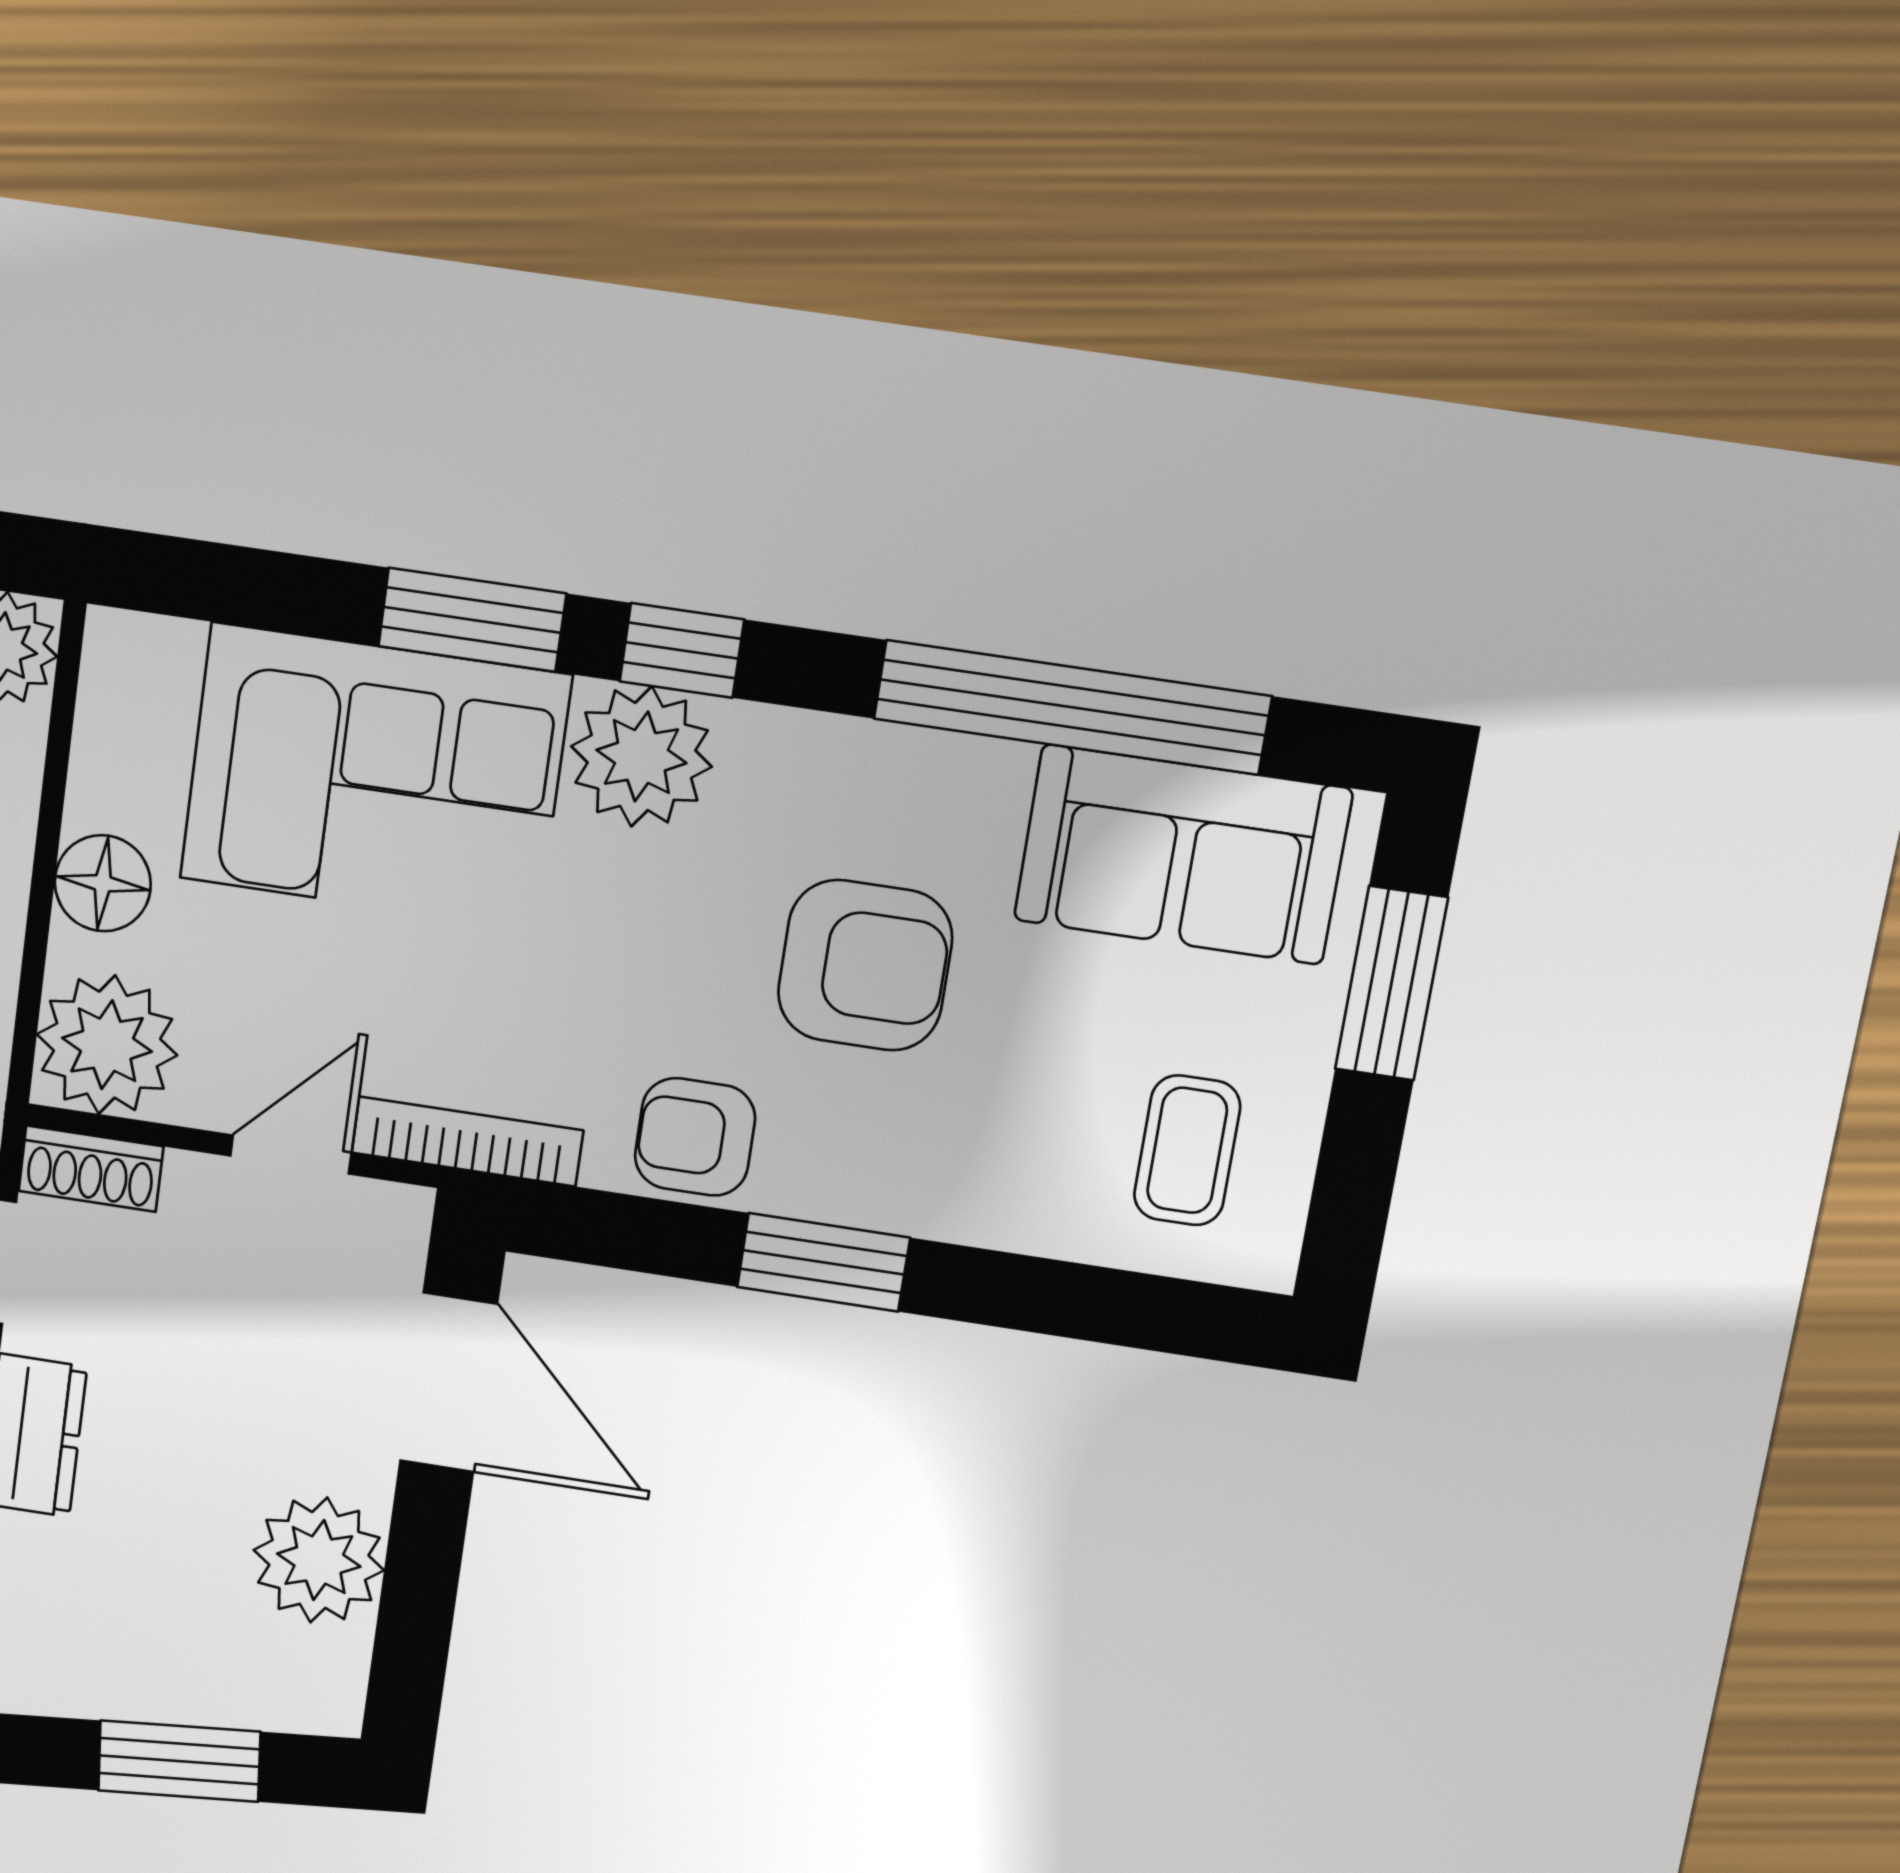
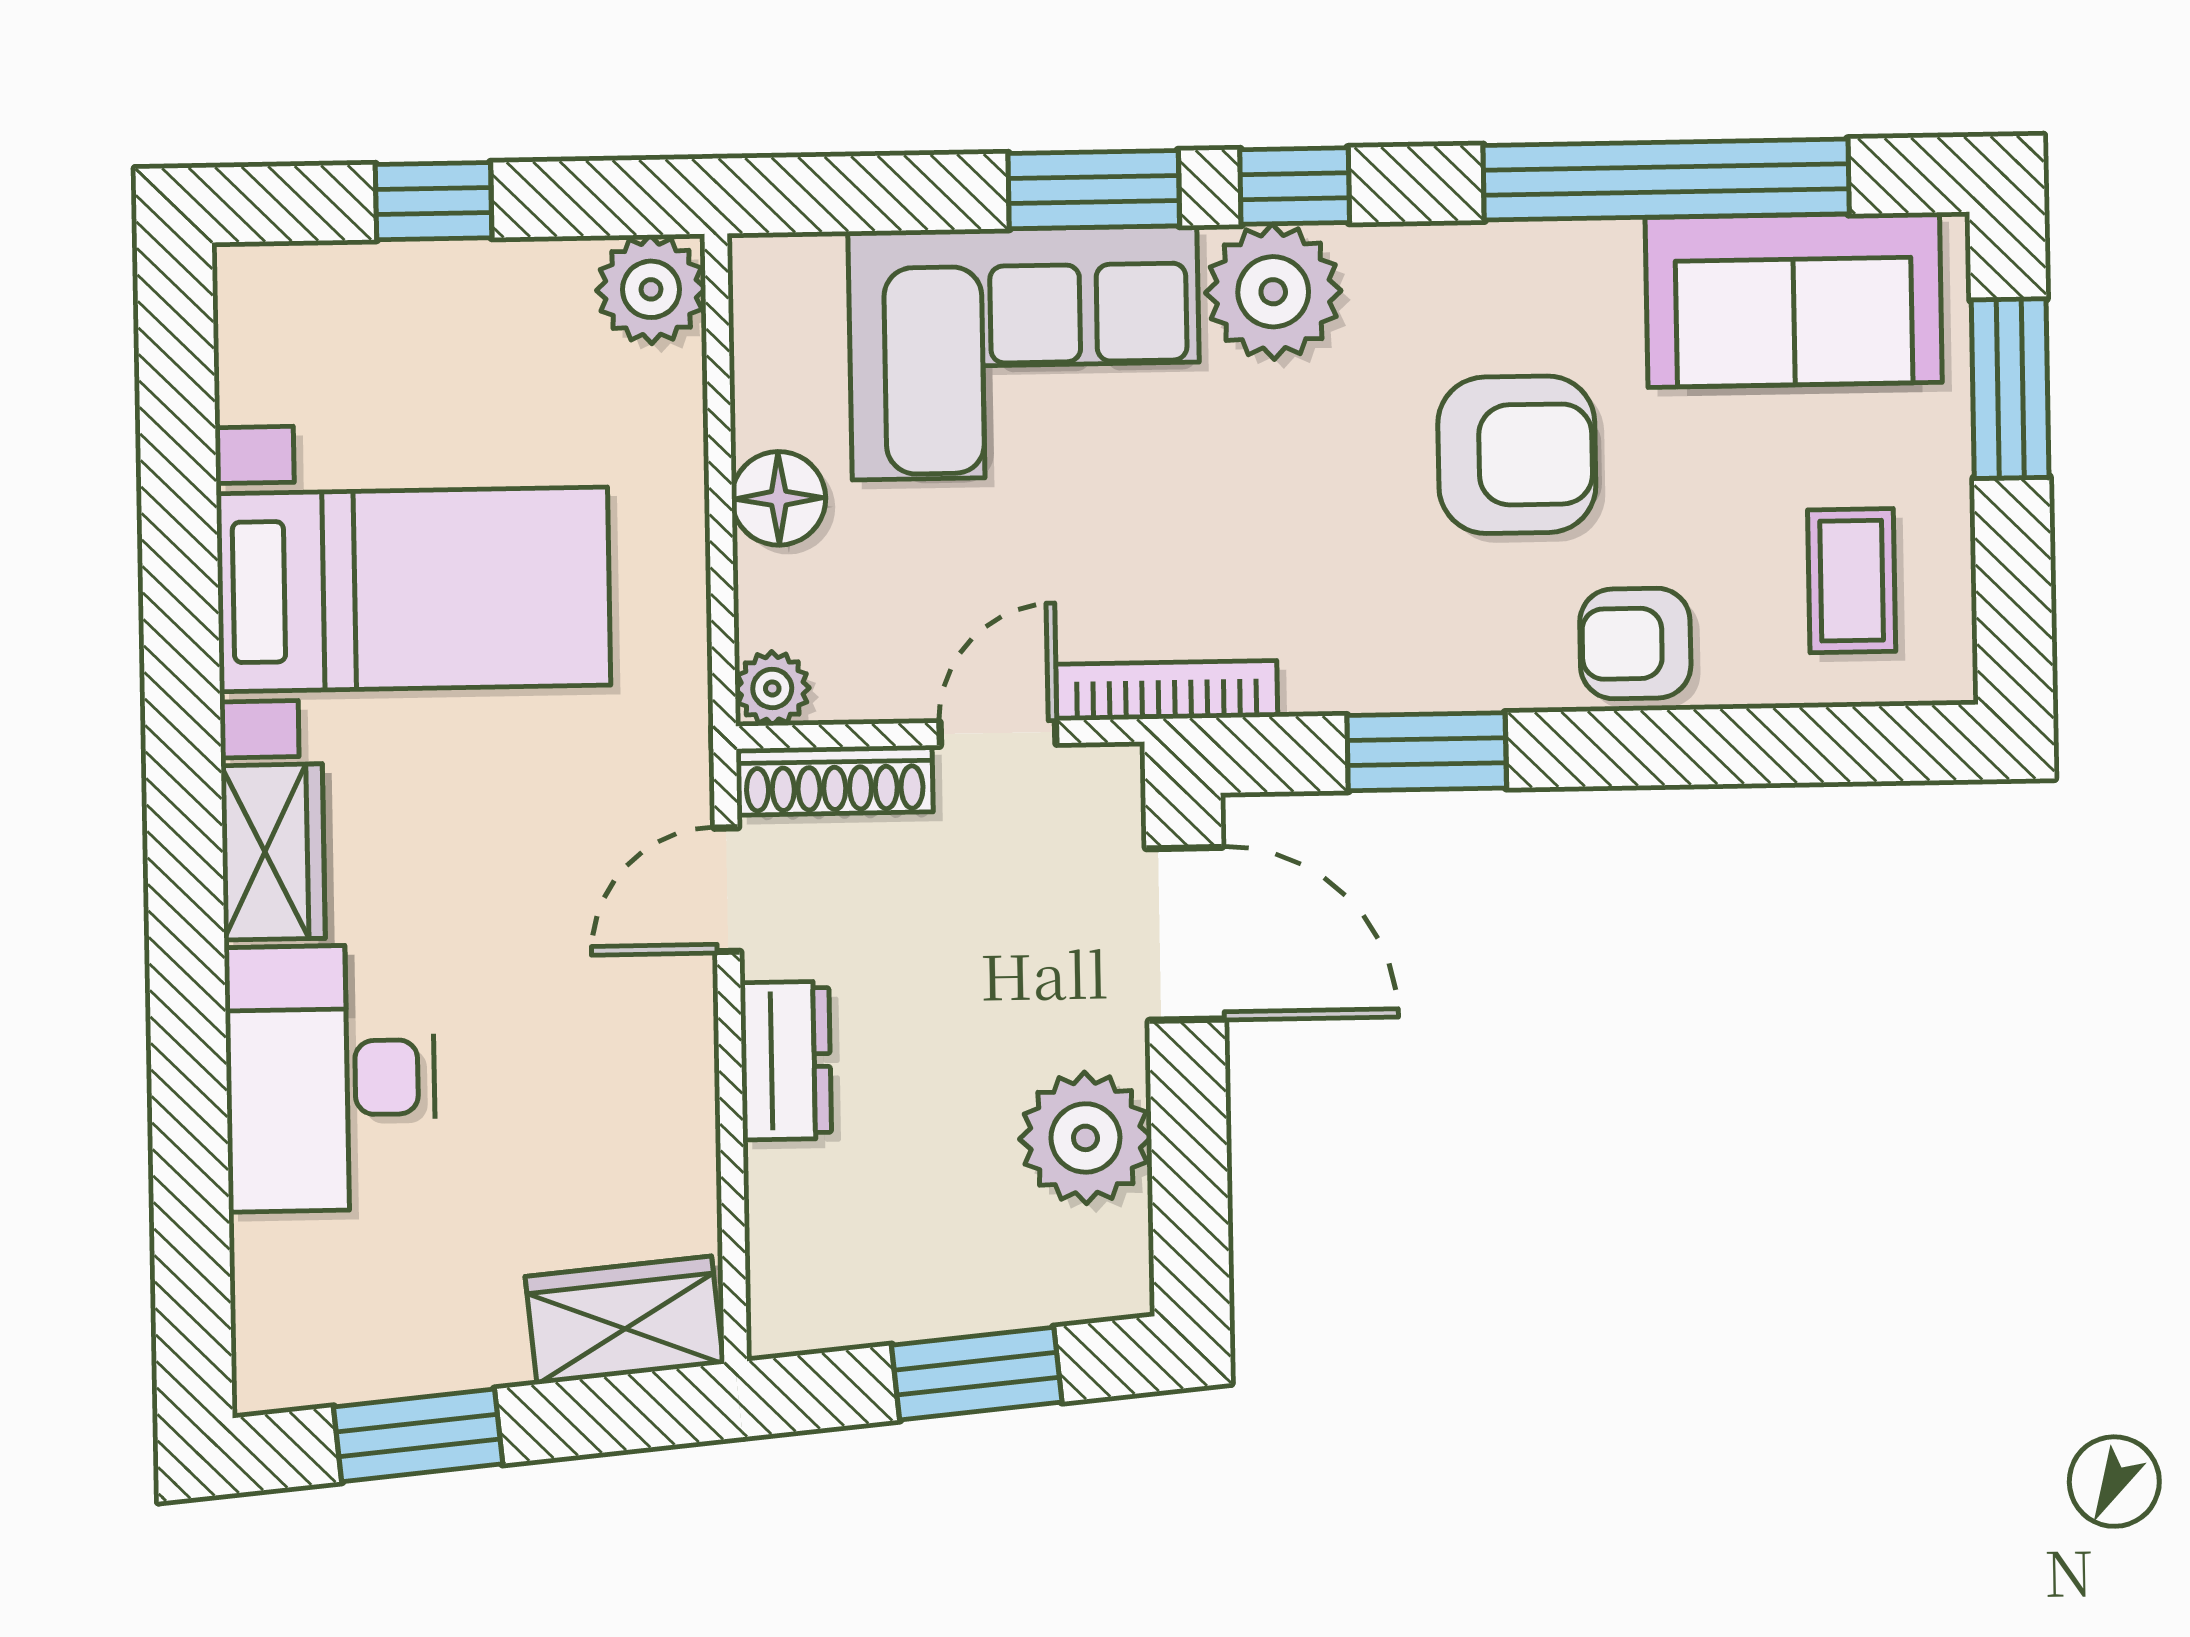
plant: (107, 1045) -> (772, 688), width x0.53, depth x0.53
armchair: (695, 1137) -> (1635, 643), moved
shoe rack: (91, 1169) -> (835, 780), width x1.43
window: (823, 1262) -> (1427, 752), moved

